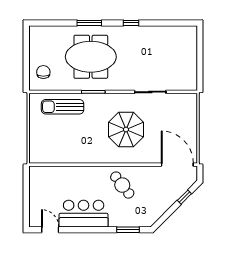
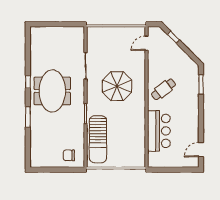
meeting table: (91, 57) -> (52, 91), moved
sun lounger: (63, 107) -> (98, 139), width x1.36, depth x1.34
door: (177, 165) -> (146, 43), width x0.53
bar counter: (84, 214) -> (159, 131), moved, turned 180

